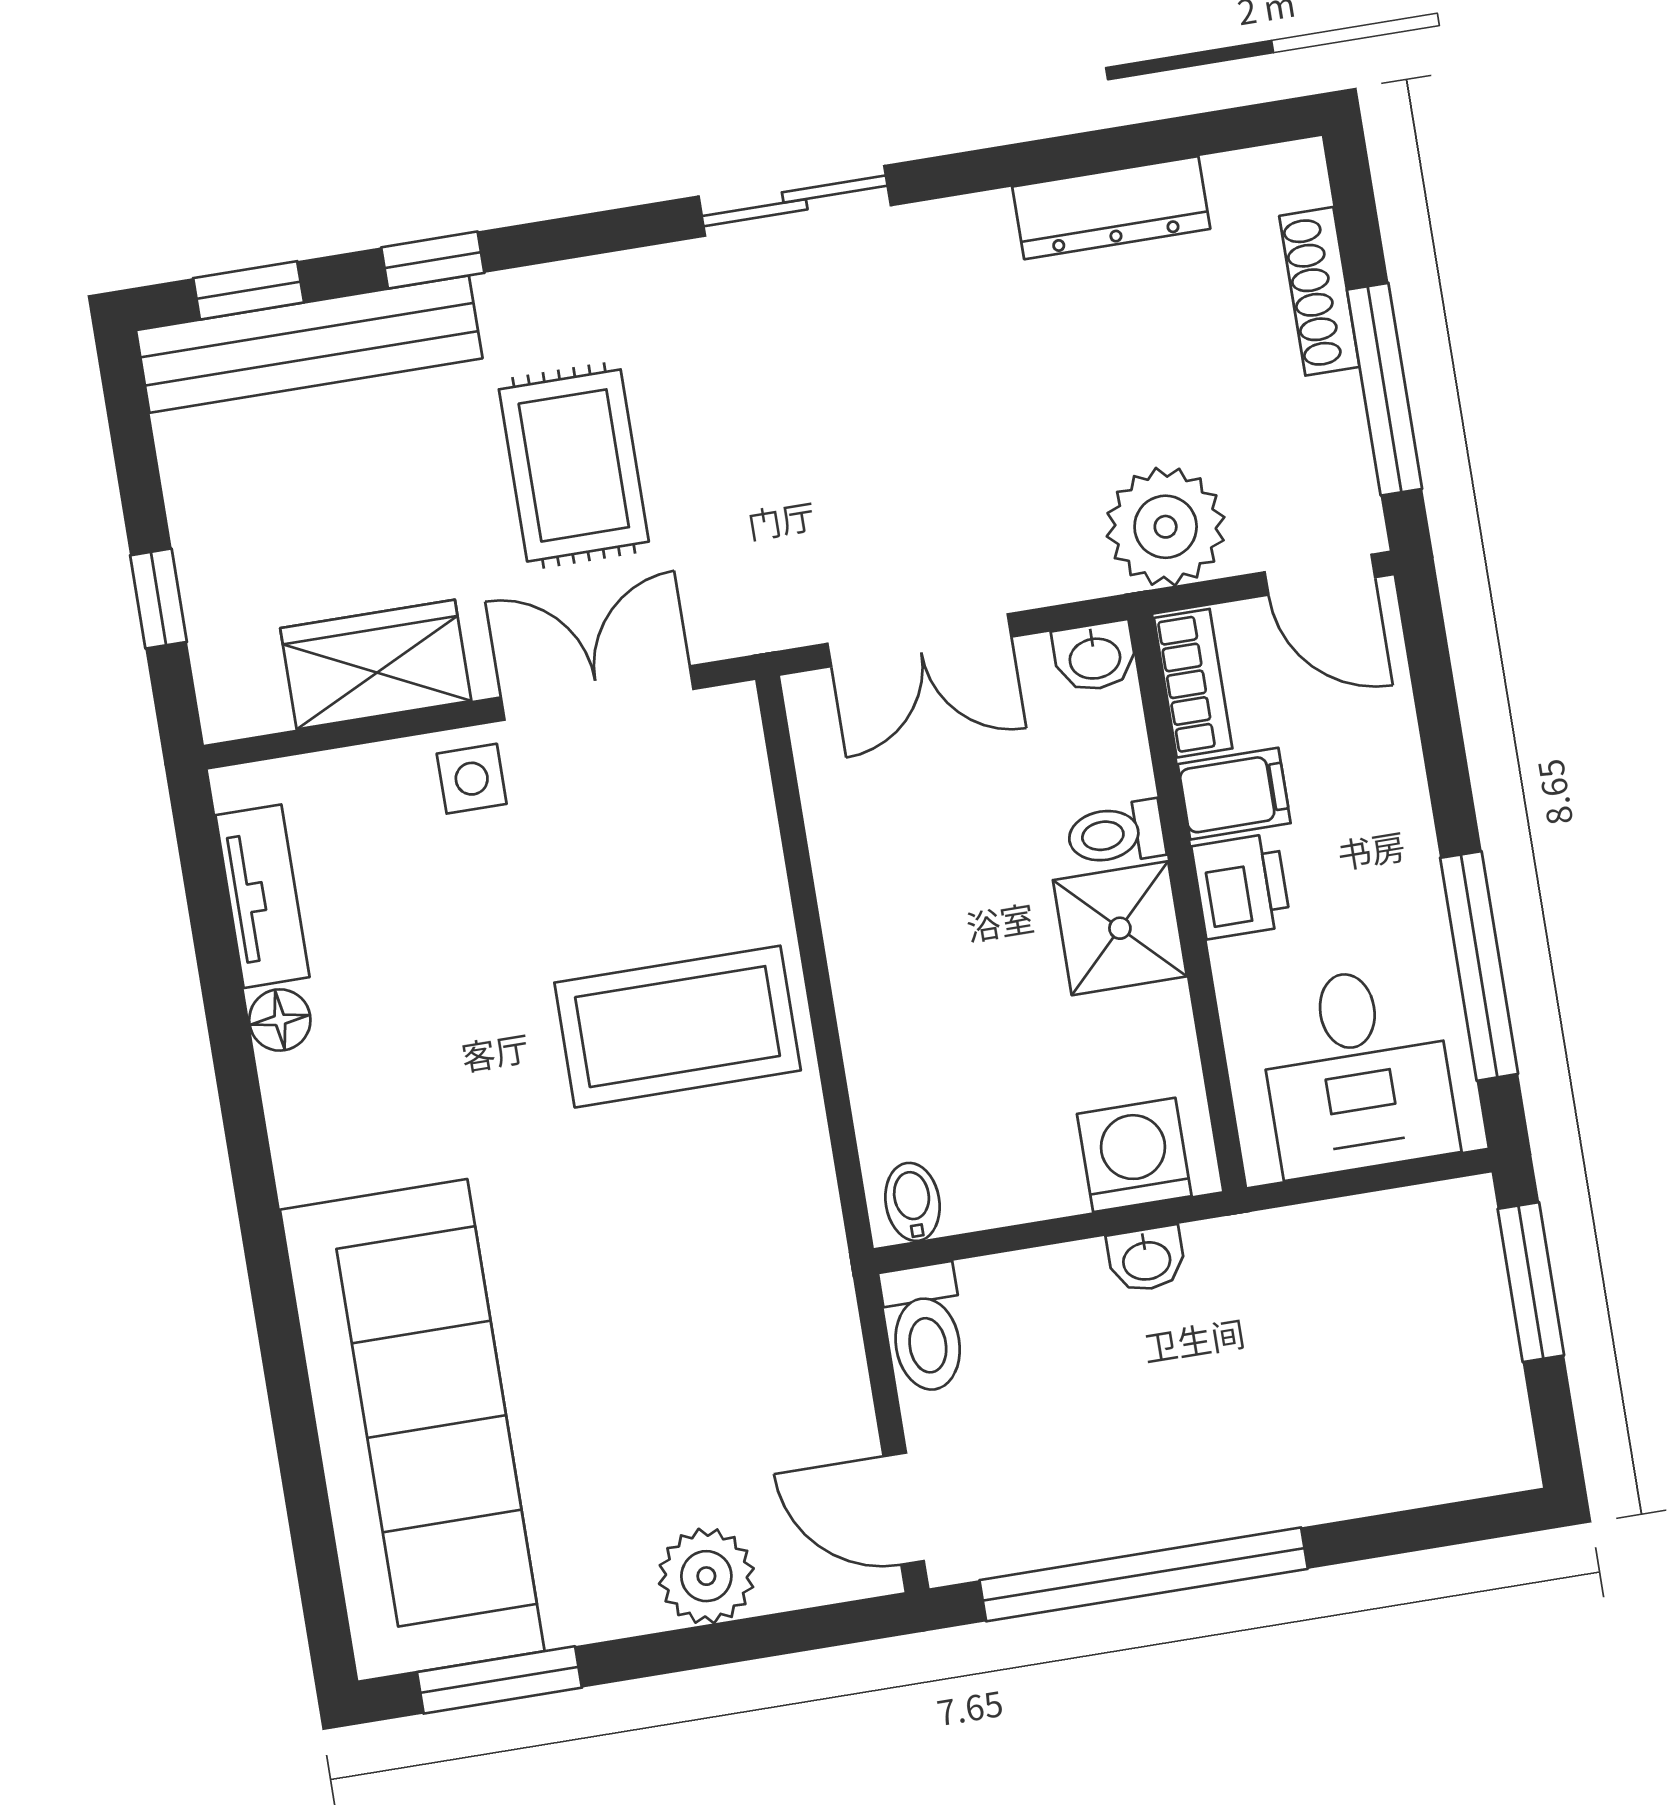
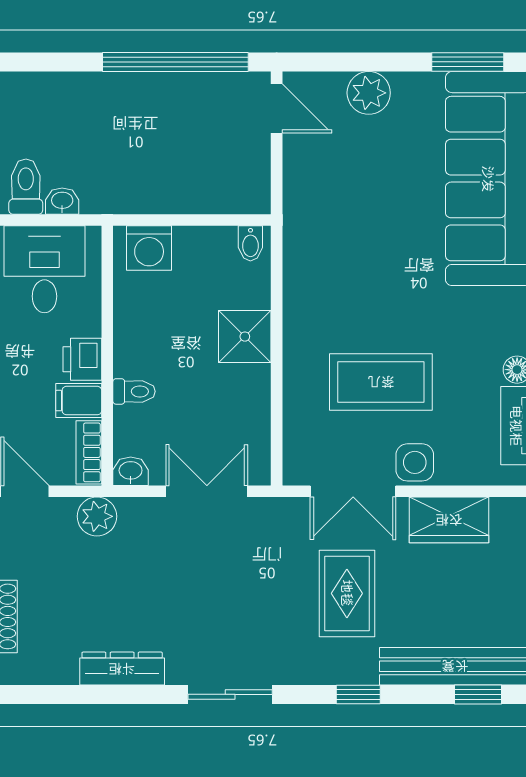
dresser: (1111, 208) -> (122, 669), moved
window: (433, 260) -> (358, 694), moved
plant: (1166, 527) -> (97, 516), width x0.73, depth x0.73
side table: (472, 779) -> (415, 462), width x1.37, depth x1.37
shower: (1120, 928) -> (245, 337), moved
coffee table: (678, 1027) -> (381, 382), moved
washbasin: (1146, 1259) -> (62, 201), moved
toilet: (925, 1328) -> (26, 187), moved

